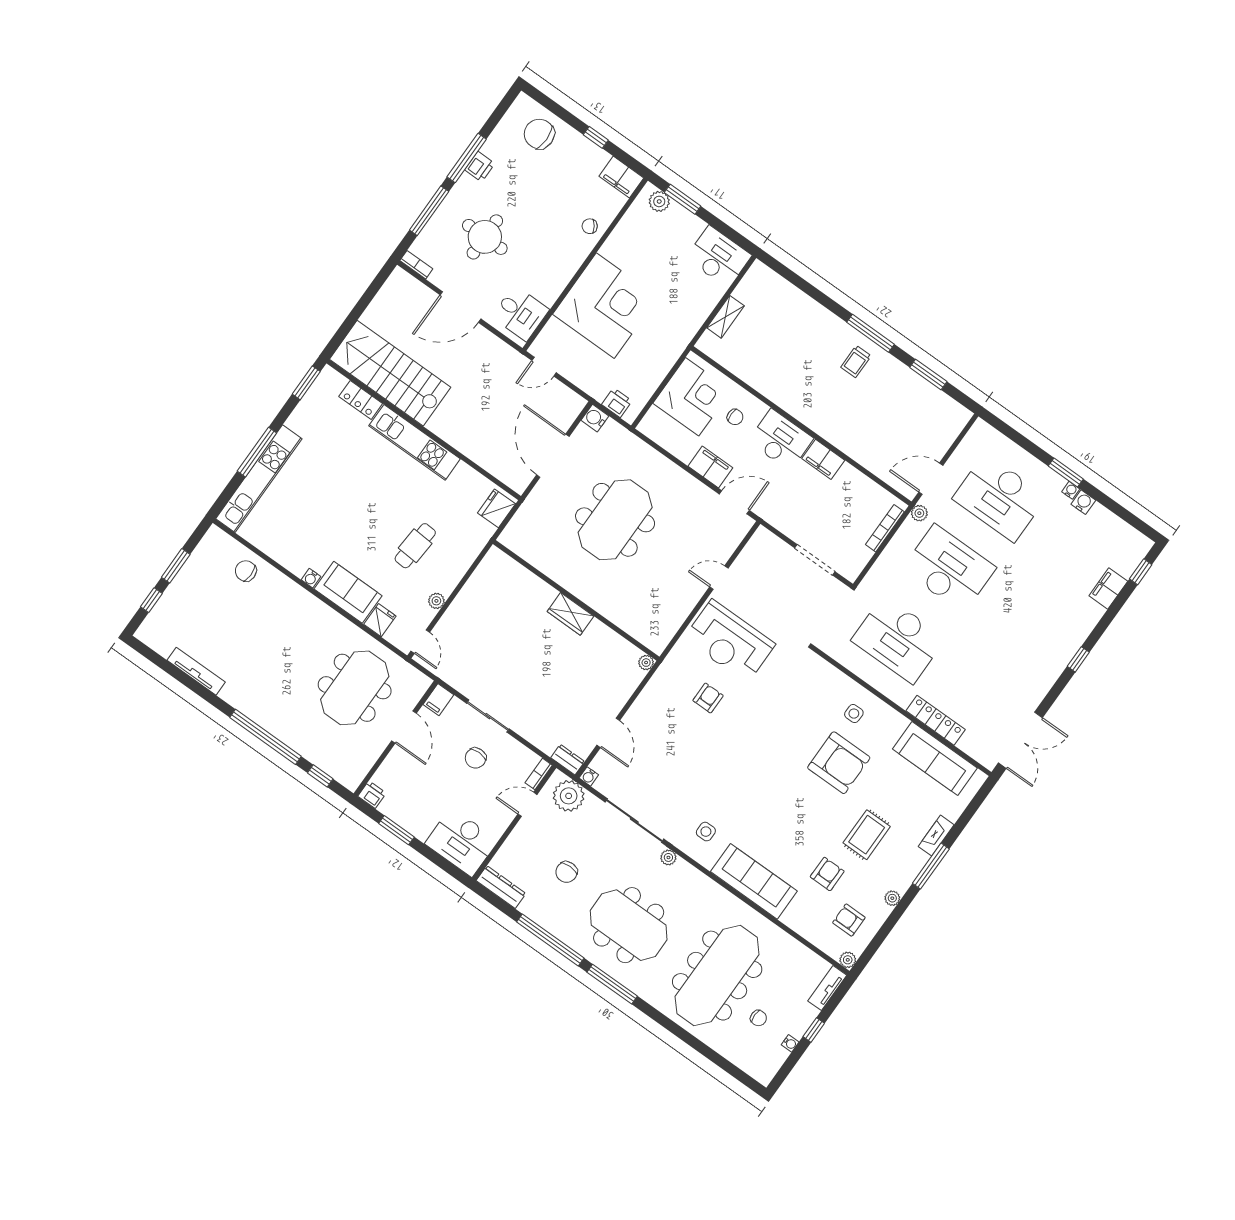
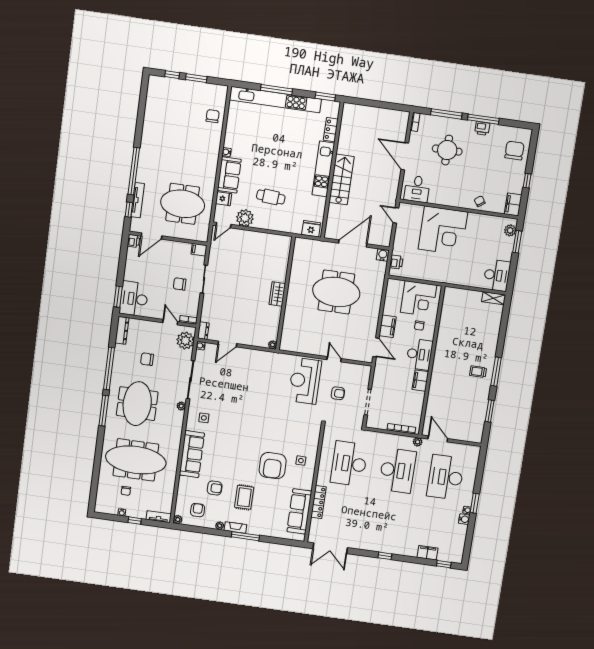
shelving: (725, 317) -> (494, 298), moved
stairs: (390, 373) -> (342, 179), moved, width x0.73, depth x0.66
kitchen unit: (259, 479) -> (275, 100), width x1.36
plant: (436, 601) -> (245, 218), width x1.88, depth x1.88
tv unit: (196, 671) -> (138, 200), moved
armchair: (708, 698) -> (338, 393), moved
door: (404, 727) -> (152, 236), moved
window: (396, 830) -> (118, 297), moved
rug: (867, 835) -> (244, 497), turned 90
fireplace: (936, 836) -> (235, 527), moved

